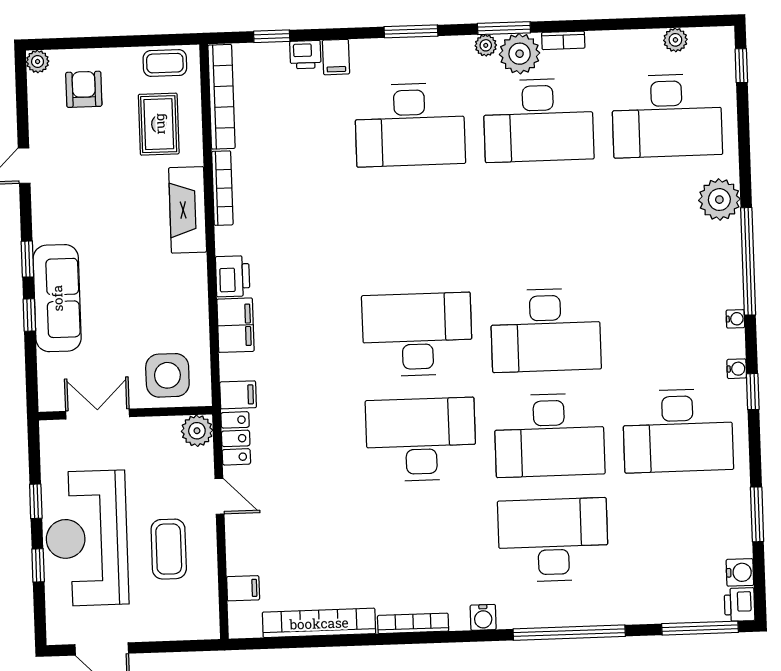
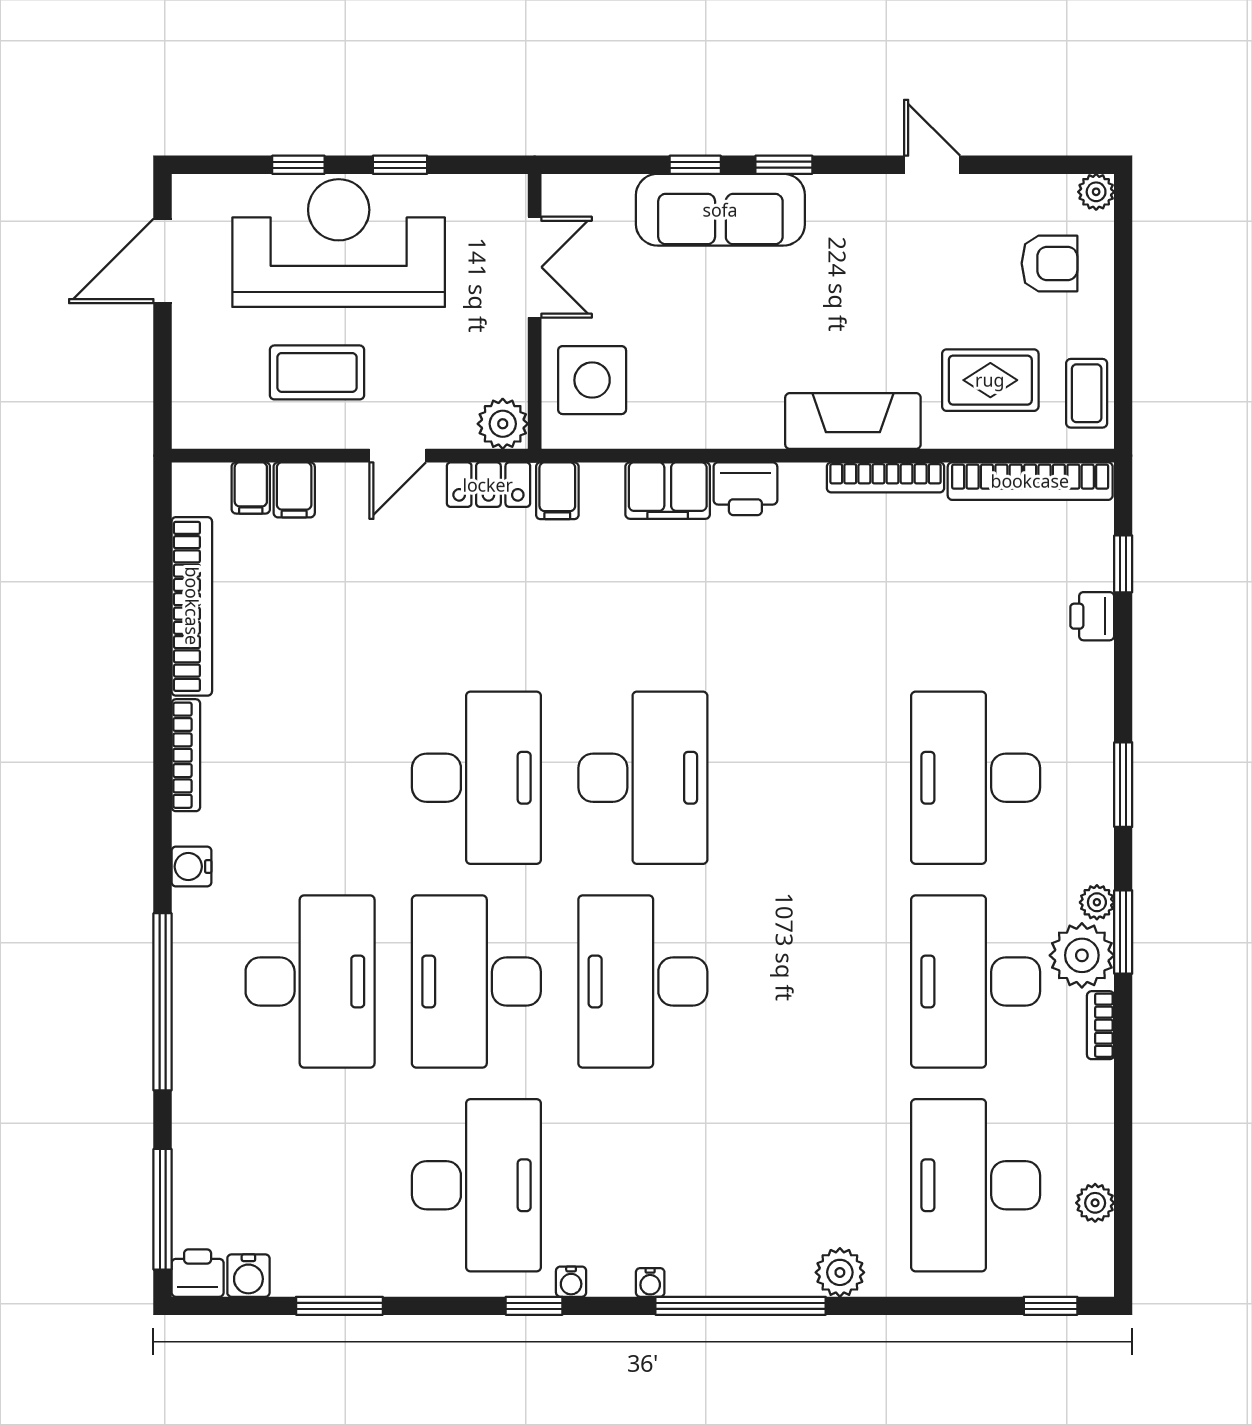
filing cabinet: (336, 57) -> (294, 490), moved, turned -90
plant: (719, 200) -> (840, 1272), width x0.73, depth x0.73
desk: (678, 431) -> (476, 1185), turned 180

